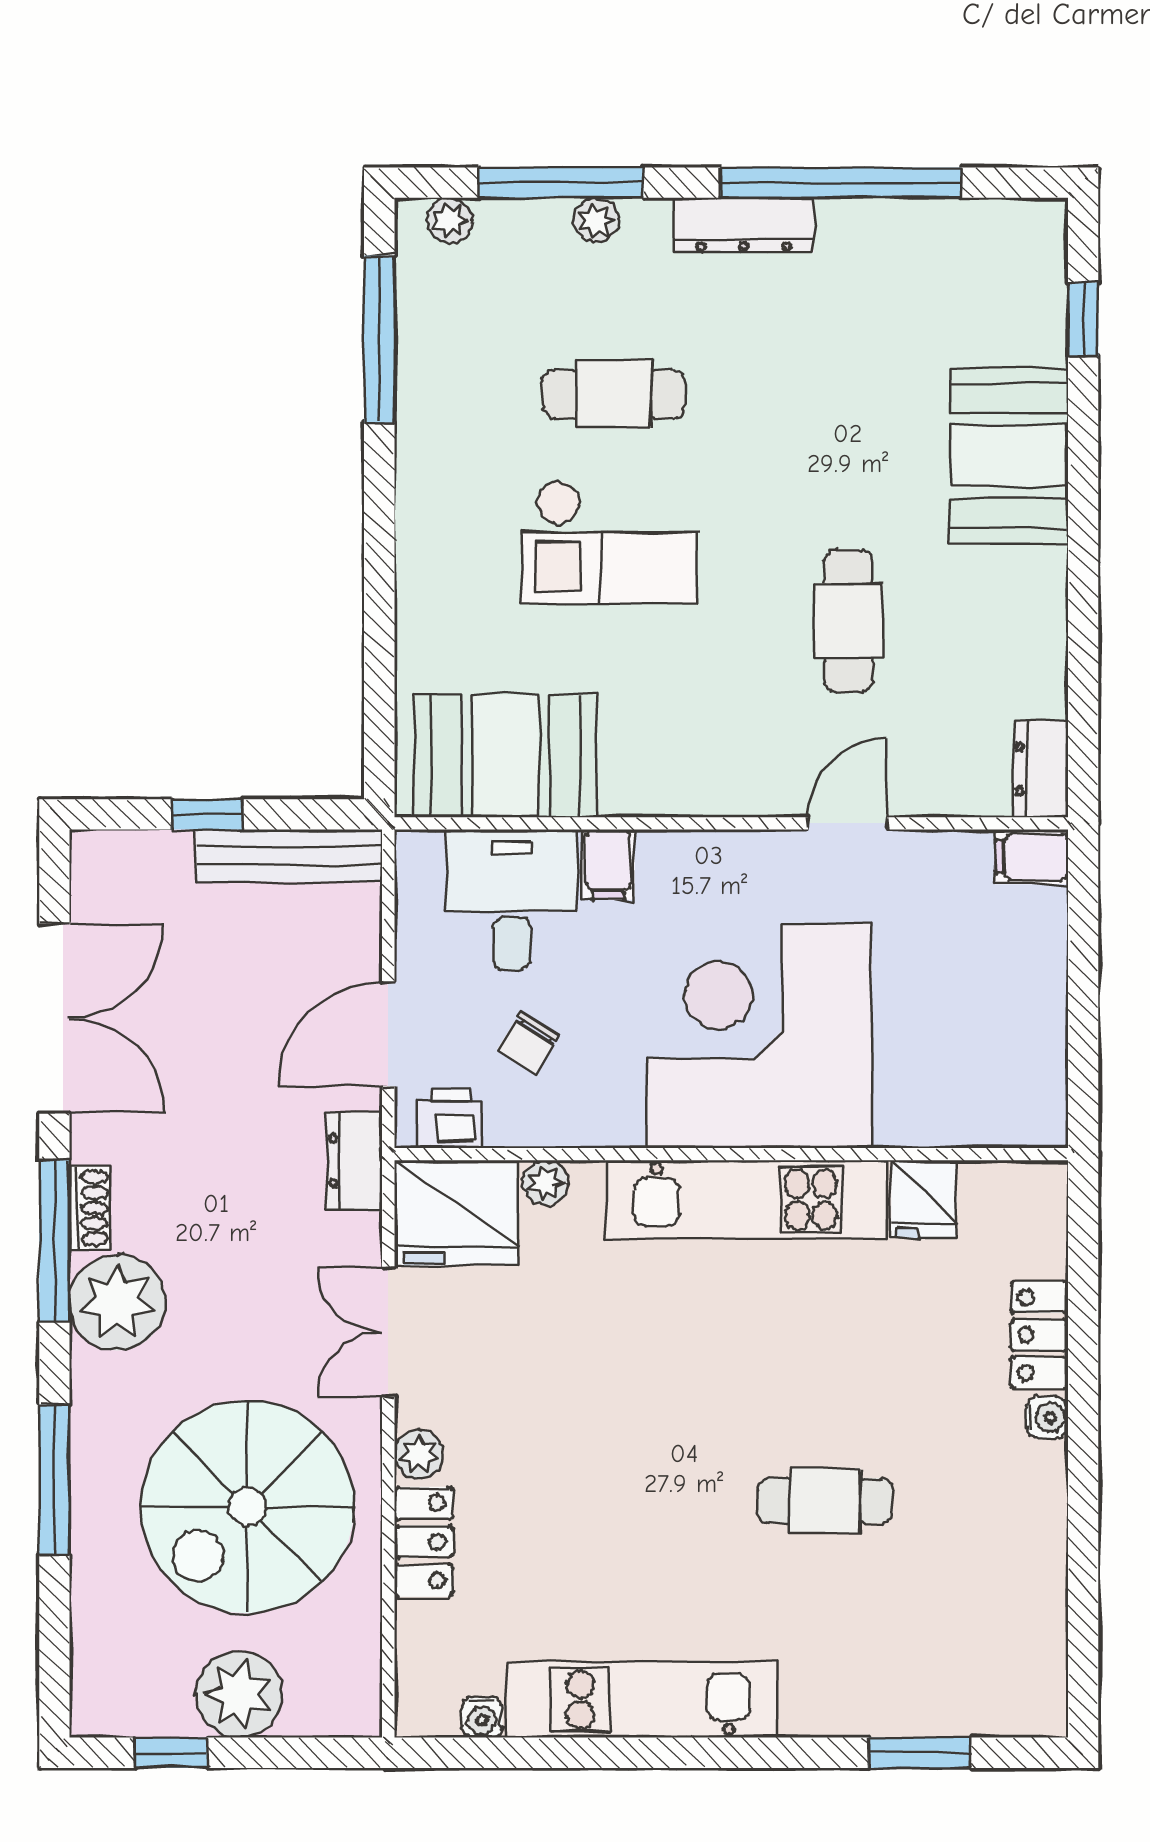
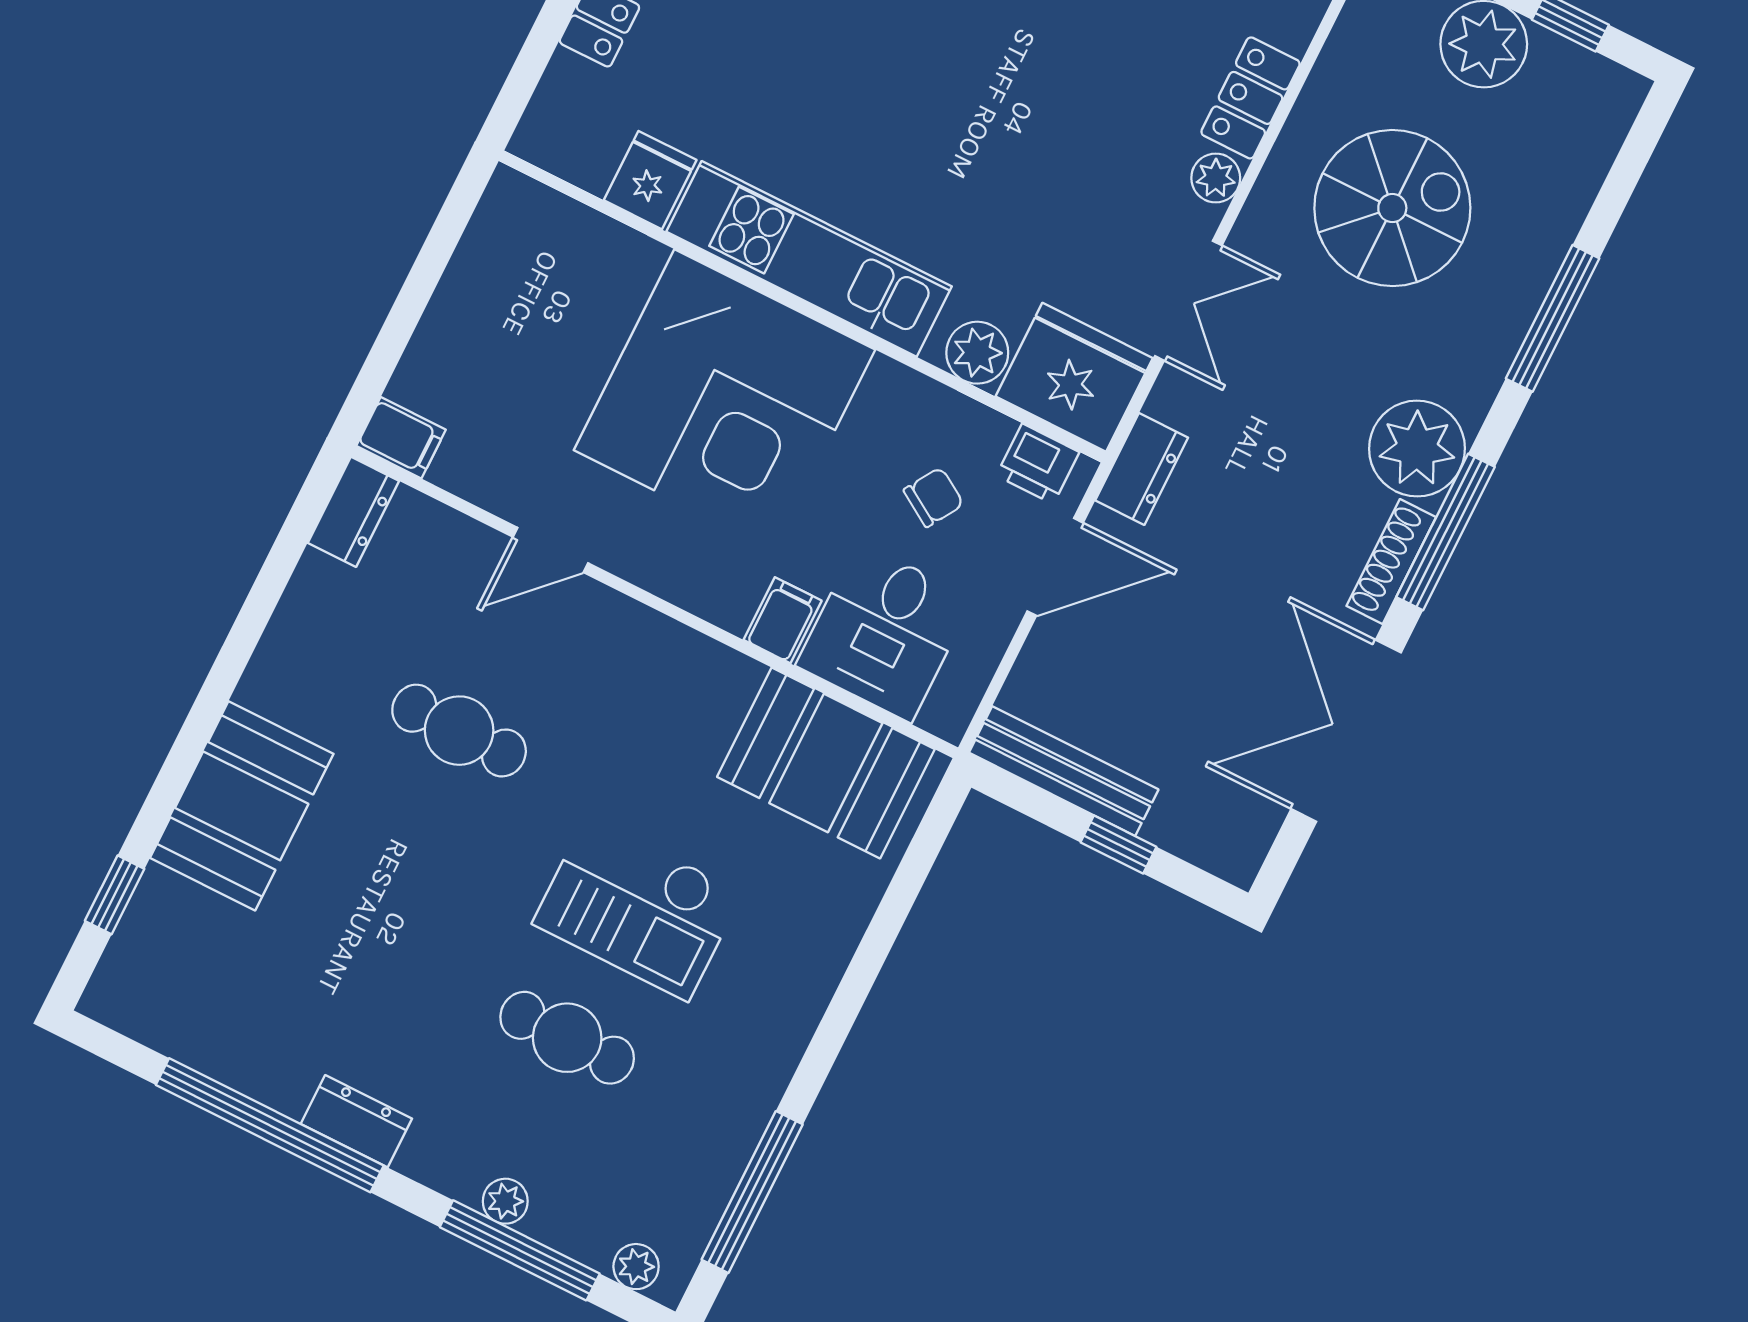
dresser: (744, 225) -> (356, 1121), width x0.70
checkout: (609, 542) -> (638, 908), turned 180
cafe table: (848, 621) -> (459, 731), turned 90
plant: (545, 1183) -> (977, 353), width x1.38, depth x1.38
shoe rack: (90, 1208) -> (1391, 562), width x1.43
spiral stairs: (247, 1507) -> (1392, 208), width x0.73, depth x0.73

